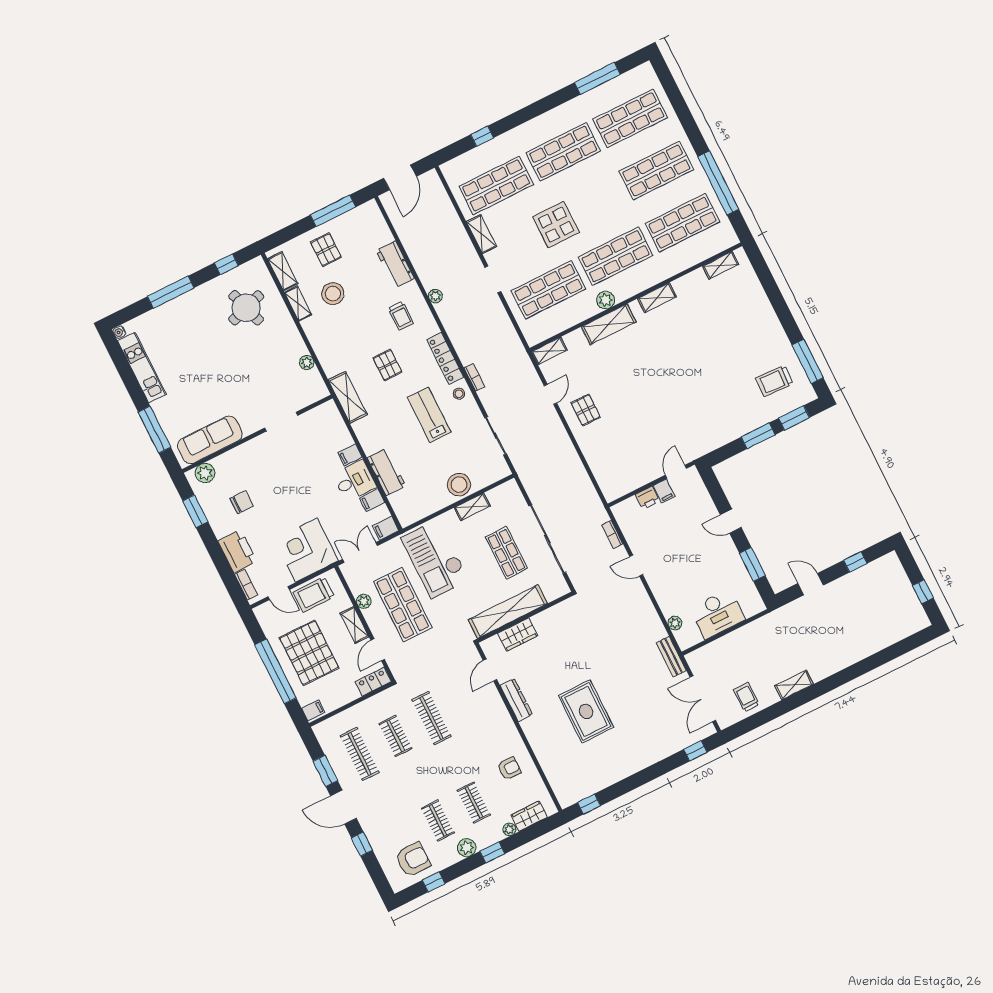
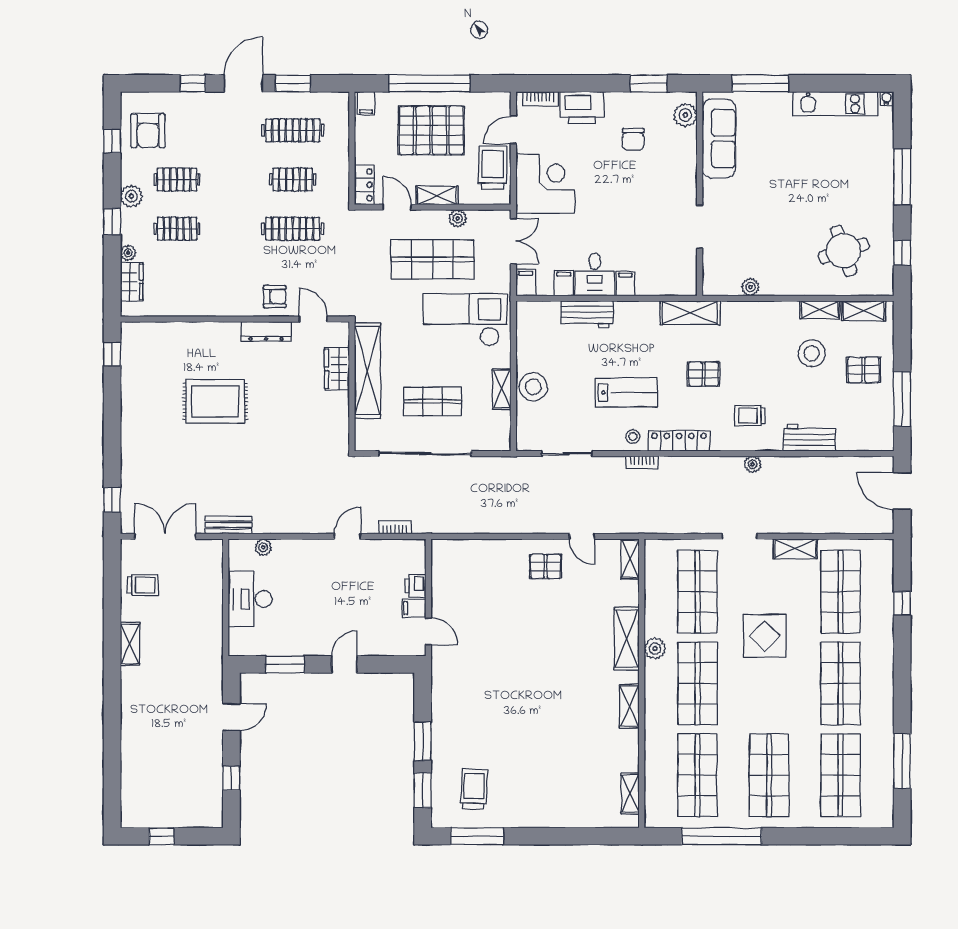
armchair: (509, 768) -> (275, 296), moved, turned -90

